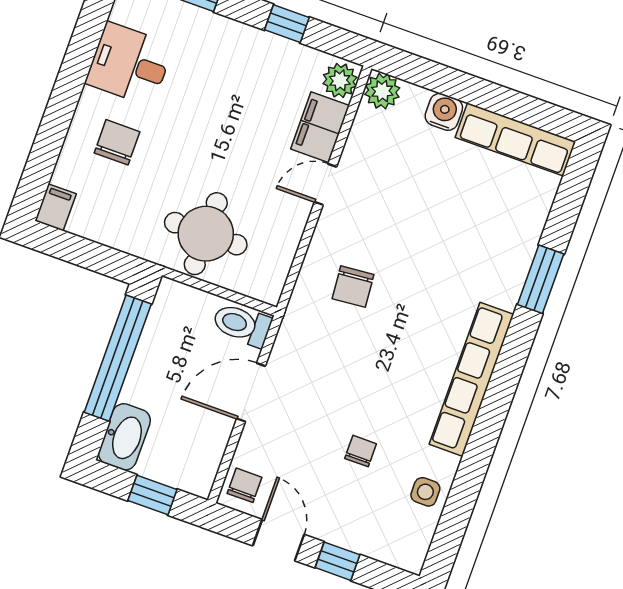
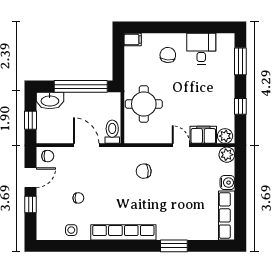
chair: (117, 142) -> (168, 55), turned -85

